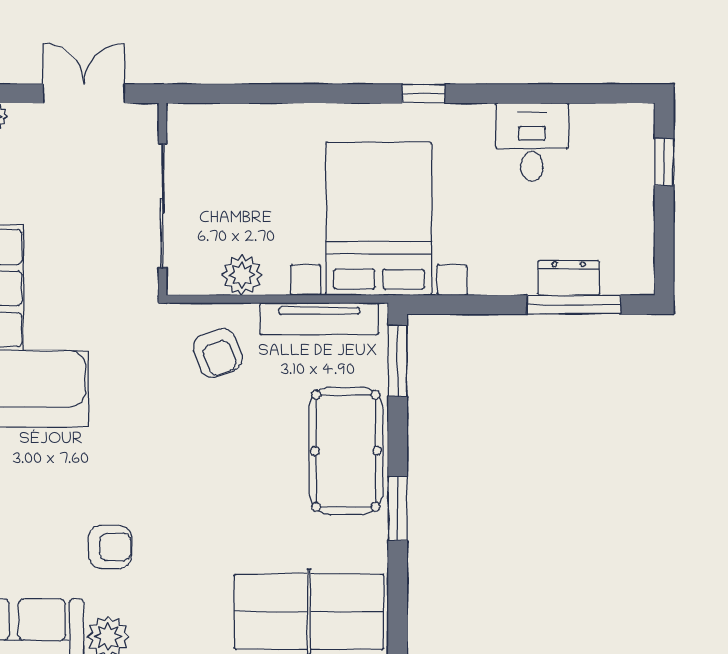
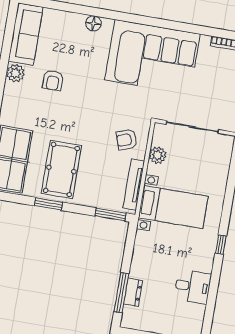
bed with nightstands: (379, 219) -> (173, 207), width x0.73
pool table: (346, 451) -> (61, 169), moved, turned 90

